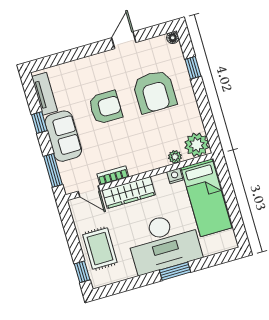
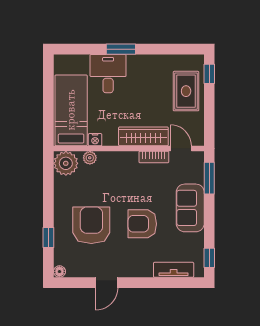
tv unit: (45, 94) -> (174, 270), moved, turned 90
window: (39, 123) -> (209, 258), moved
desk: (164, 243) -> (108, 74), width x0.53, depth x0.77

